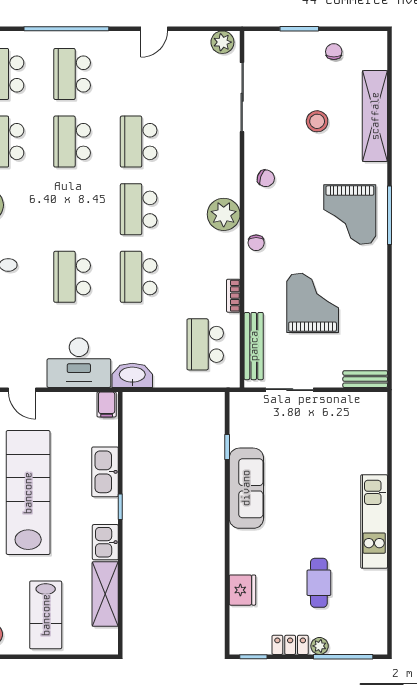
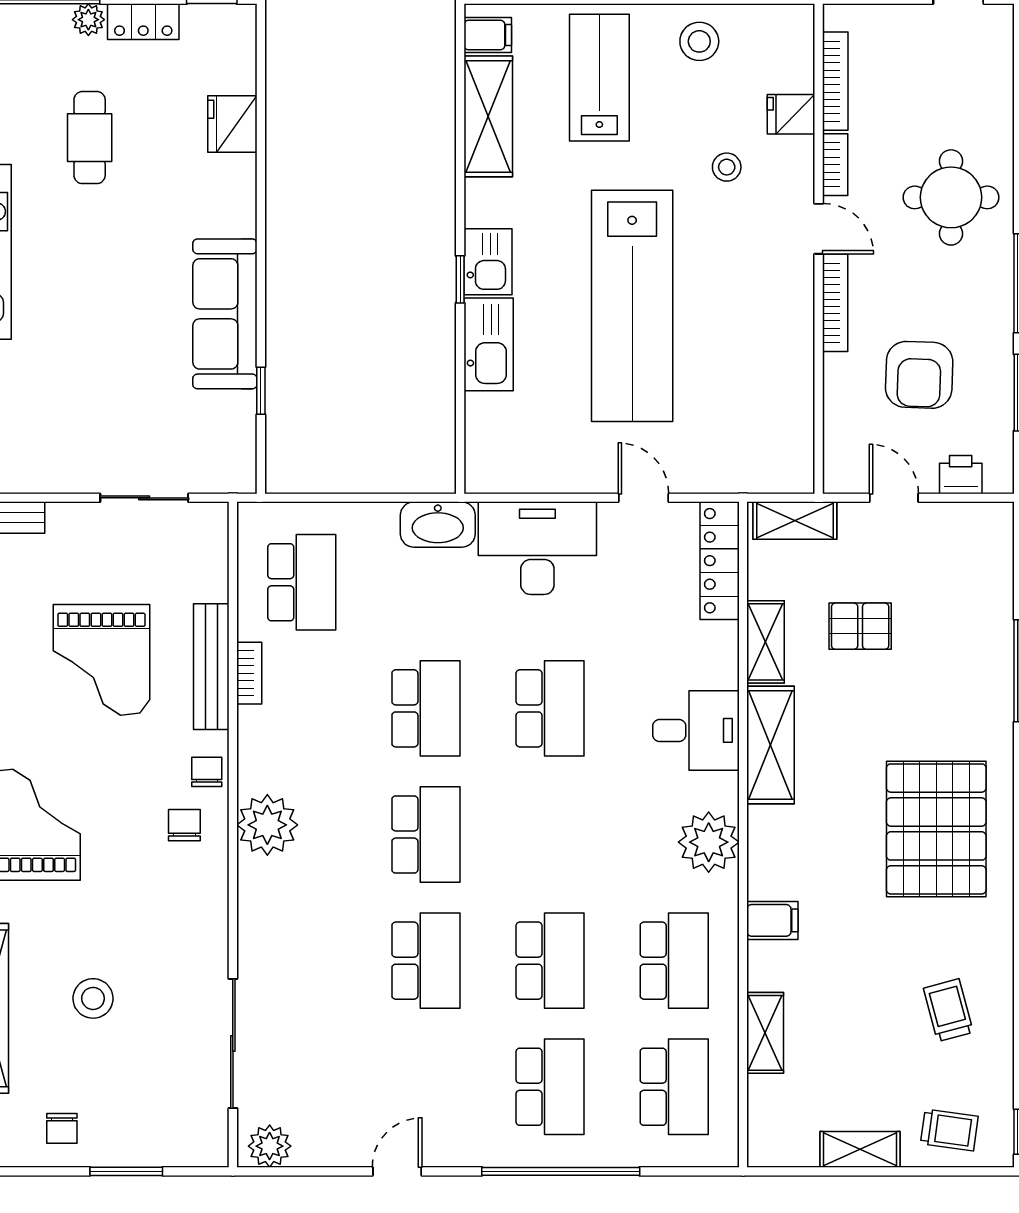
chair: (266, 178) -> (184, 825), moved, turned 71
bench: (254, 346) -> (211, 667), moved
filing cabinet: (107, 404) -> (488, 35), moved, turned 90
kitchen sink: (105, 542) -> (488, 262), moved

